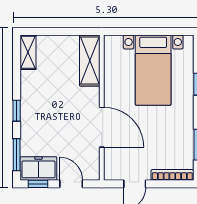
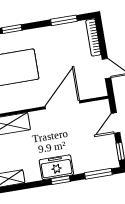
freezer: (38, 168) -> (56, 167), moved, turned 90

